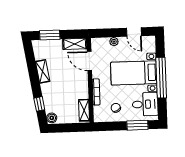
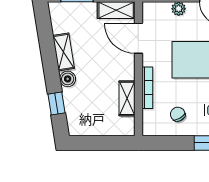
shelving: (84, 110) -> (127, 98), moved
boiler: (52, 118) -> (68, 79), moved

